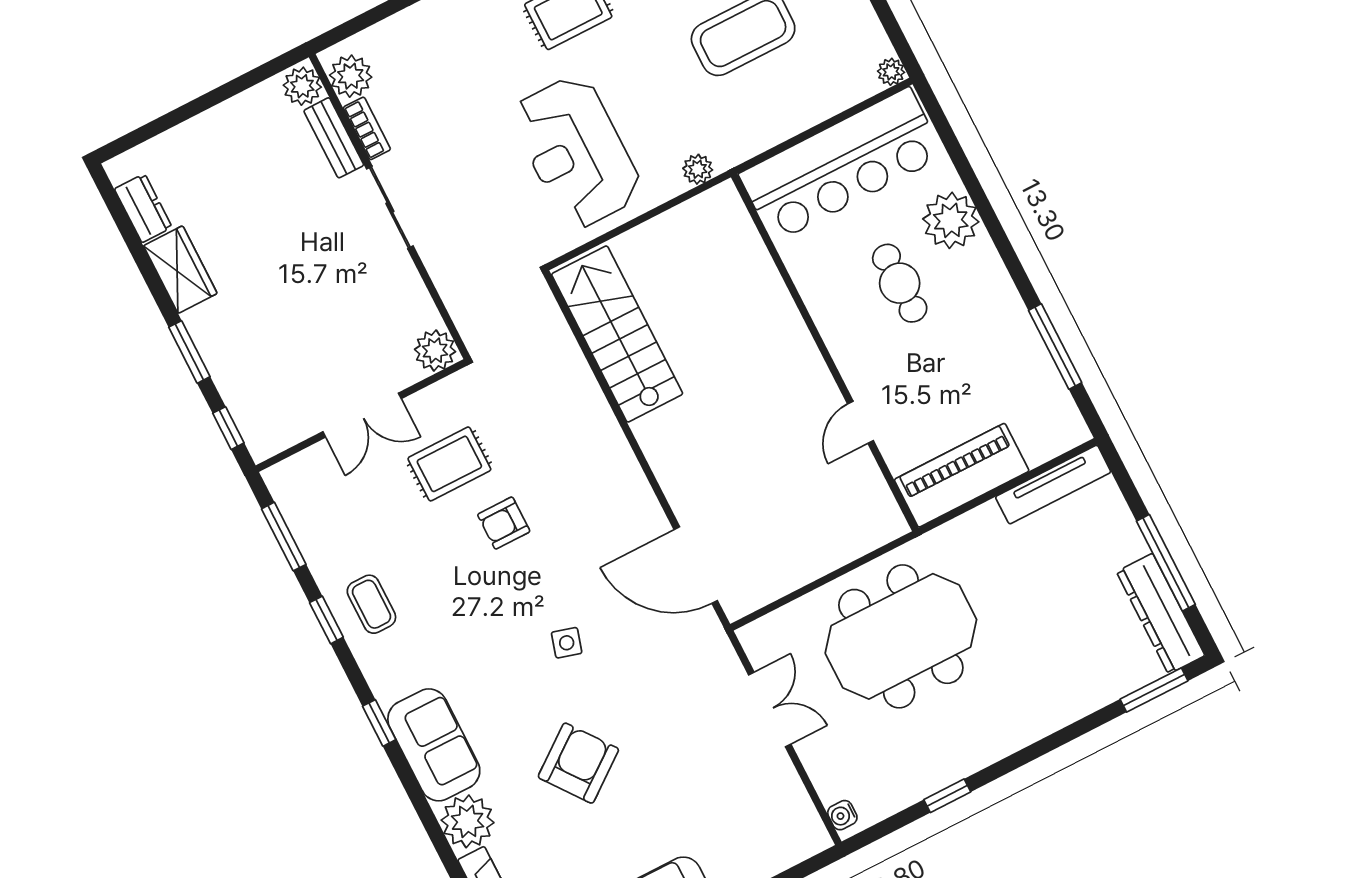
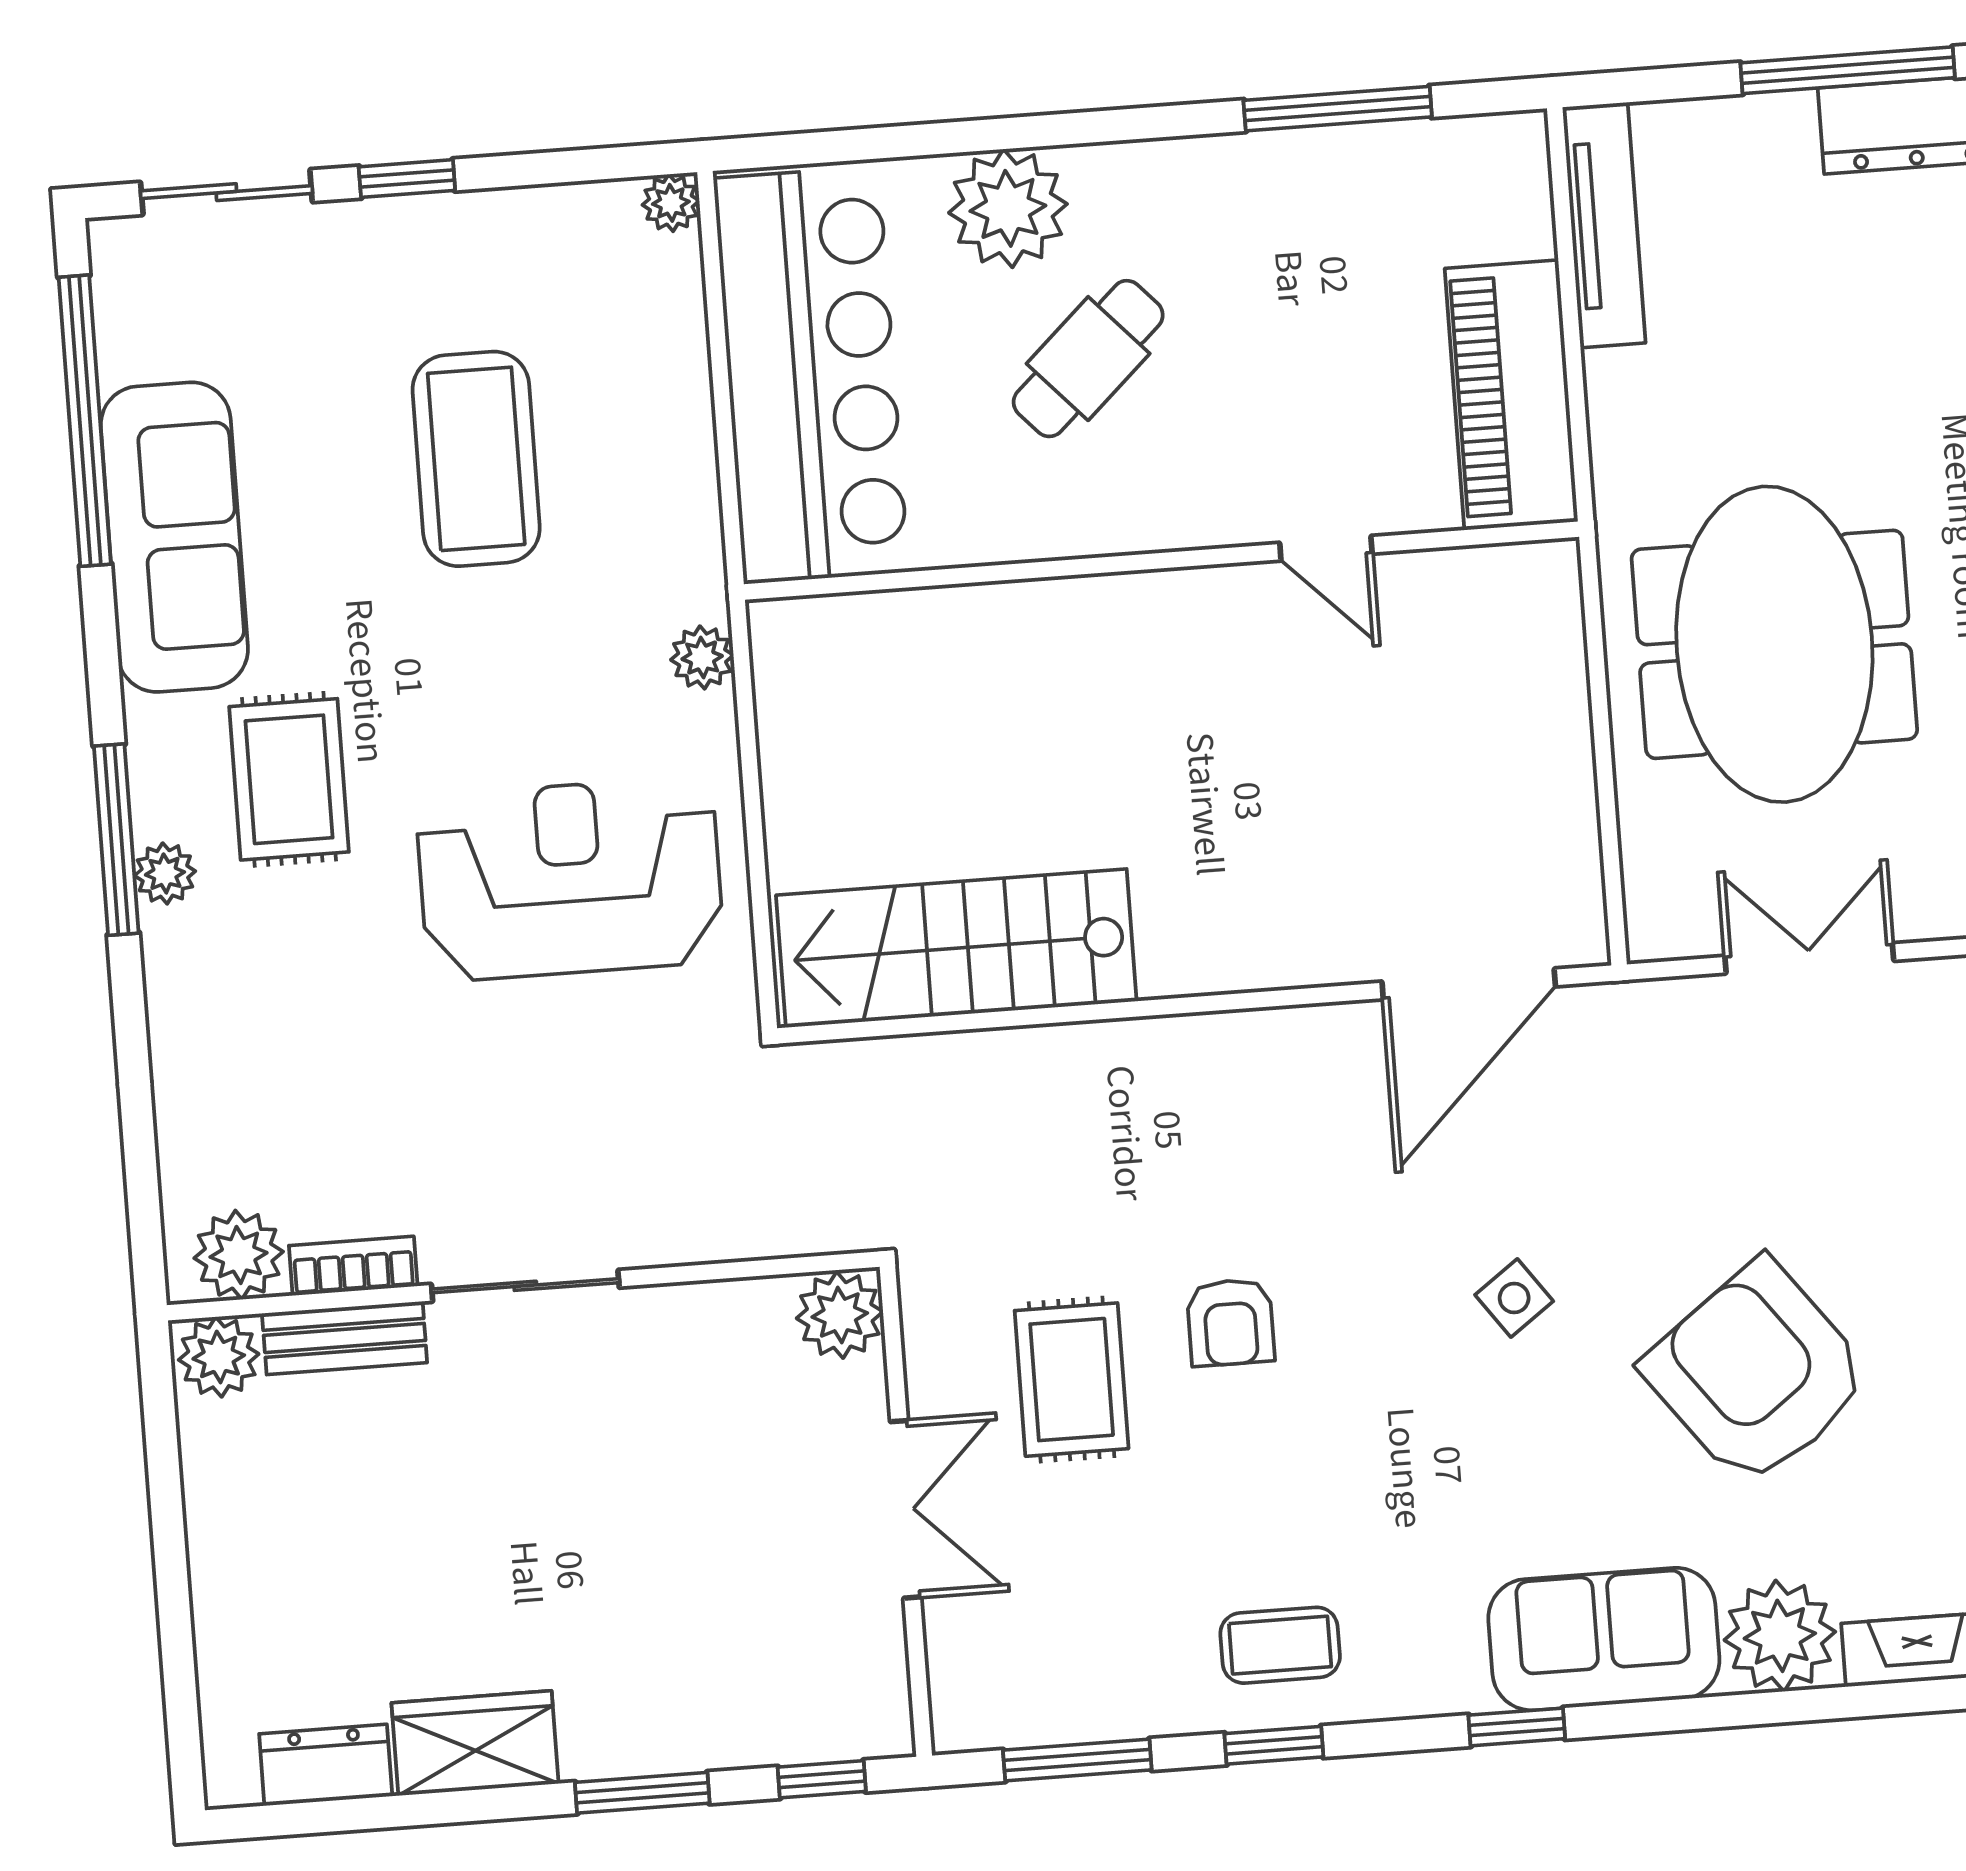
reception desk: (576, 152) -> (570, 879), turned 180
cafe table: (900, 283) -> (1088, 359), turned -43
side table: (567, 643) -> (1514, 1298), turned 38
armchair: (578, 763) -> (1757, 1373), width x1.36, depth x1.36

